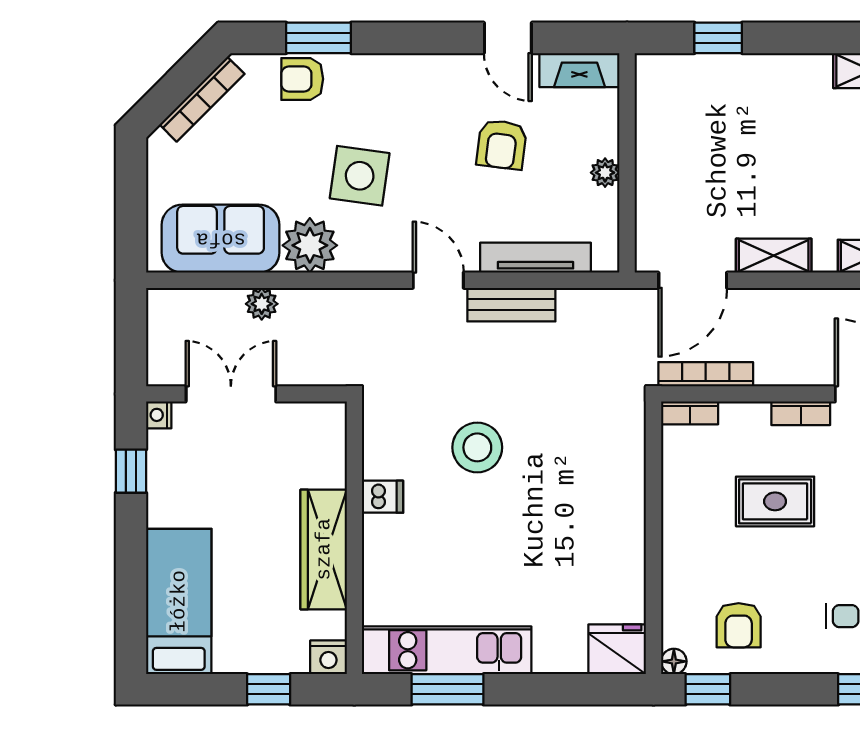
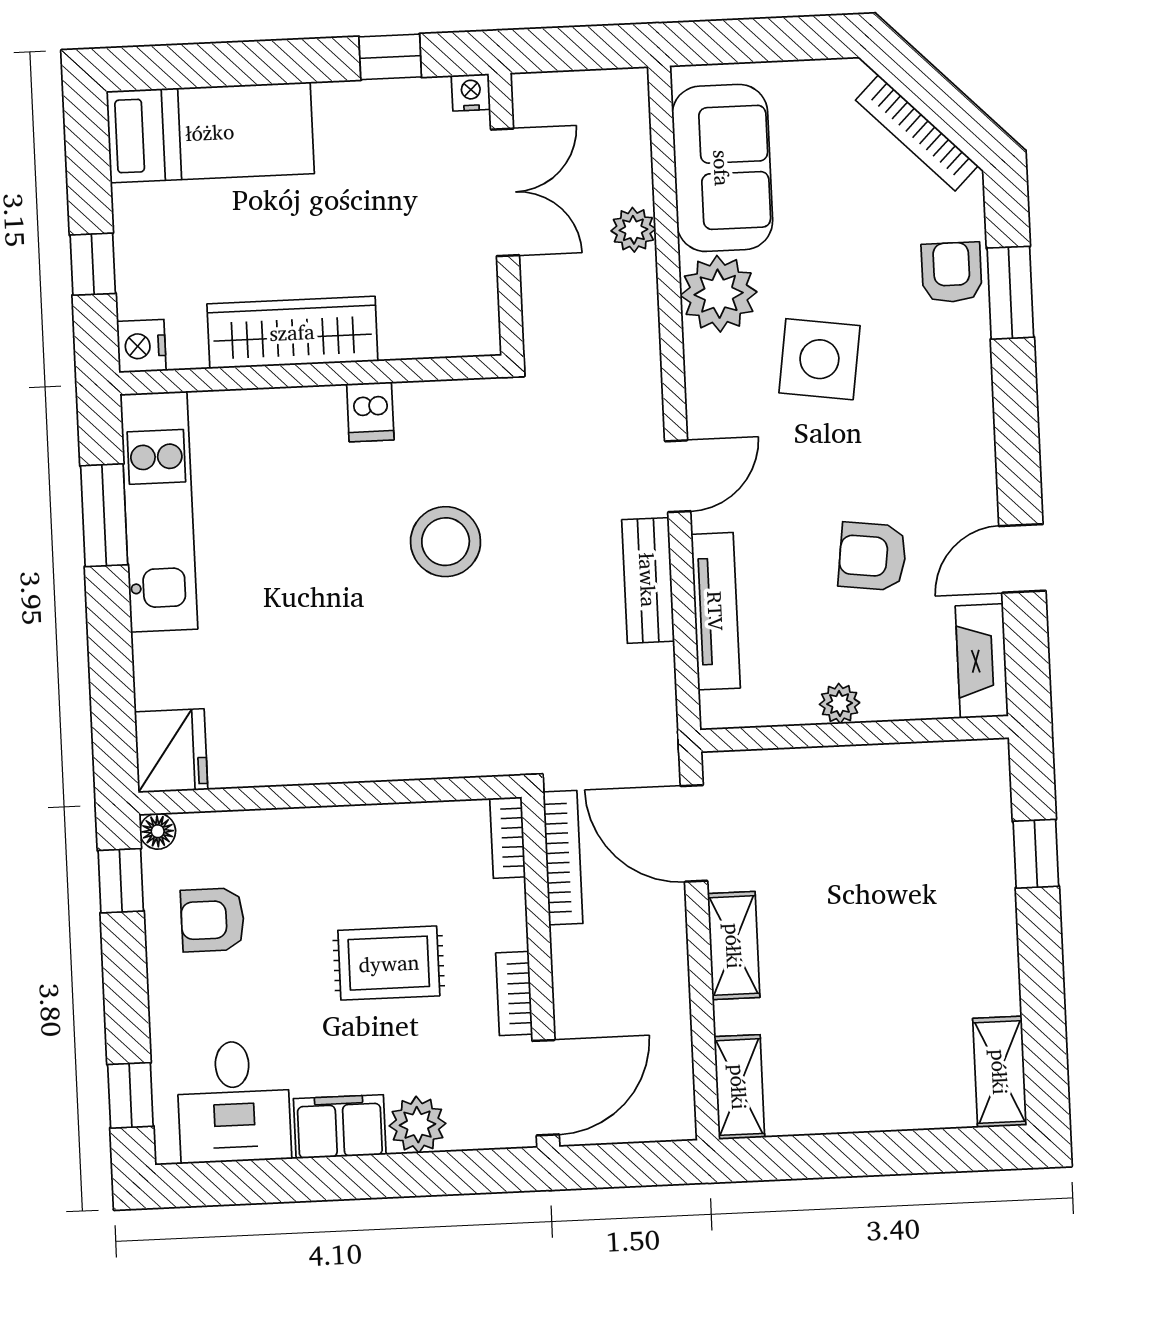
rug: (775, 501) -> (389, 963), turned 90

